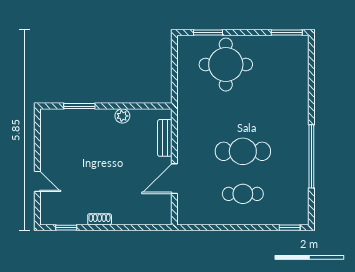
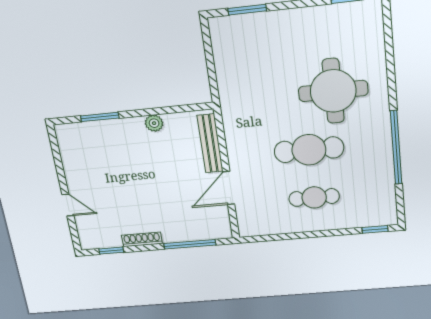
round table: (226, 65) -> (333, 91), moved
bench: (165, 138) -> (210, 143), width x1.36
shoe rack: (100, 219) -> (142, 239), width x1.43
window: (135, 228) -> (190, 244), added

